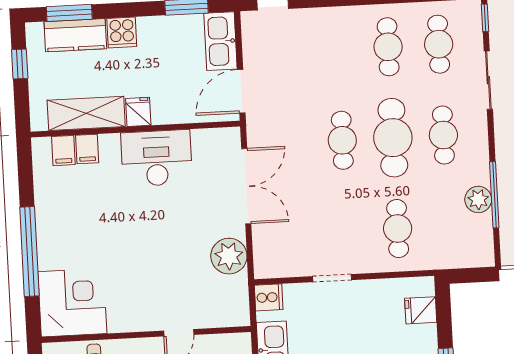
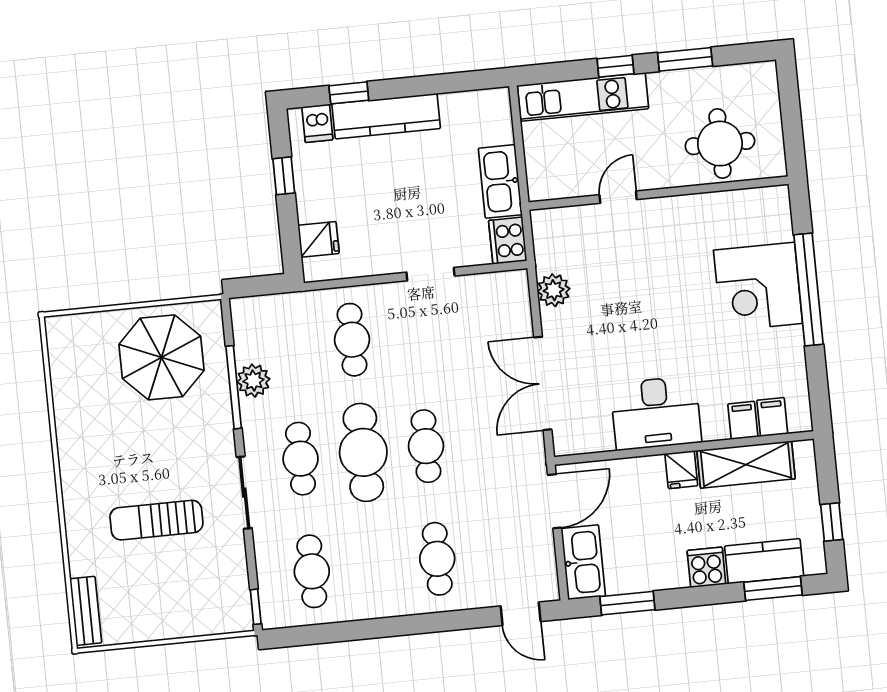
cafe table: (388, 47) -> (437, 559), moved
sliding door: (488, 80) -> (244, 493), moved
plant: (229, 256) -> (554, 290), width x0.73, depth x0.73
cooker: (269, 297) -> (508, 241), width x1.36
corner desk: (72, 303) -> (758, 287), moved

